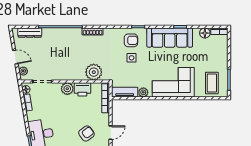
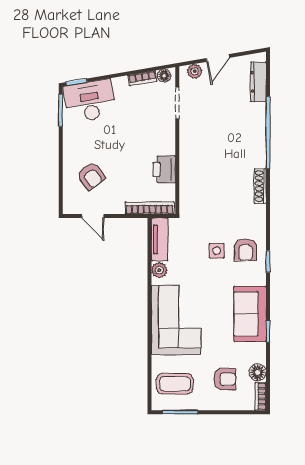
sofa: (170, 38) -> (250, 314), width x0.73
armchair: (209, 53) -> (225, 379), added
plant: (94, 72) -> (193, 188), removed
plant: (67, 89) -> (165, 144), removed

